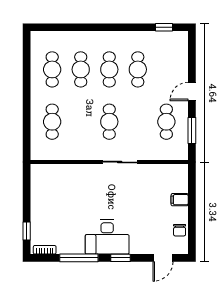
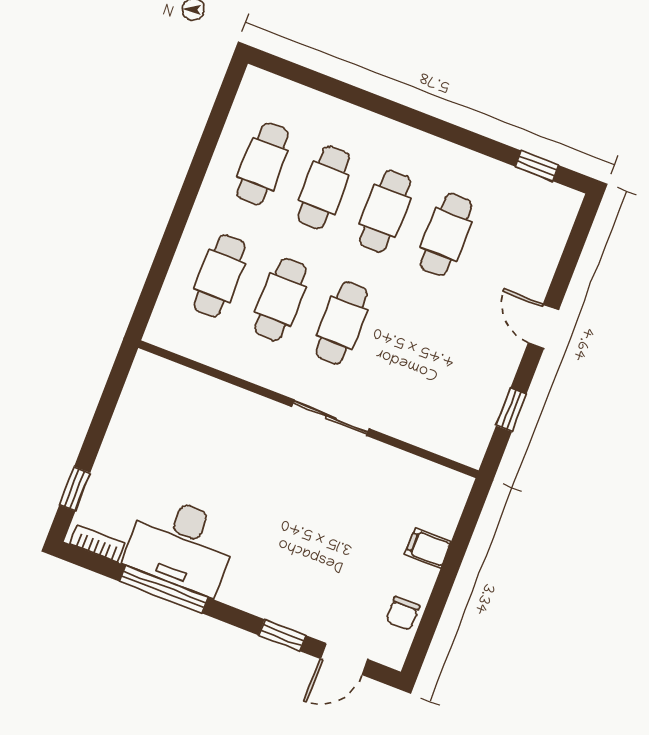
door: (192, 91) -> (543, 326), hinge flipped
cafe table: (166, 122) -> (281, 299), moved
window: (192, 130) -> (511, 410), width x0.67
desk: (107, 237) -> (181, 545), moved
window: (120, 258) -> (282, 635), moved

